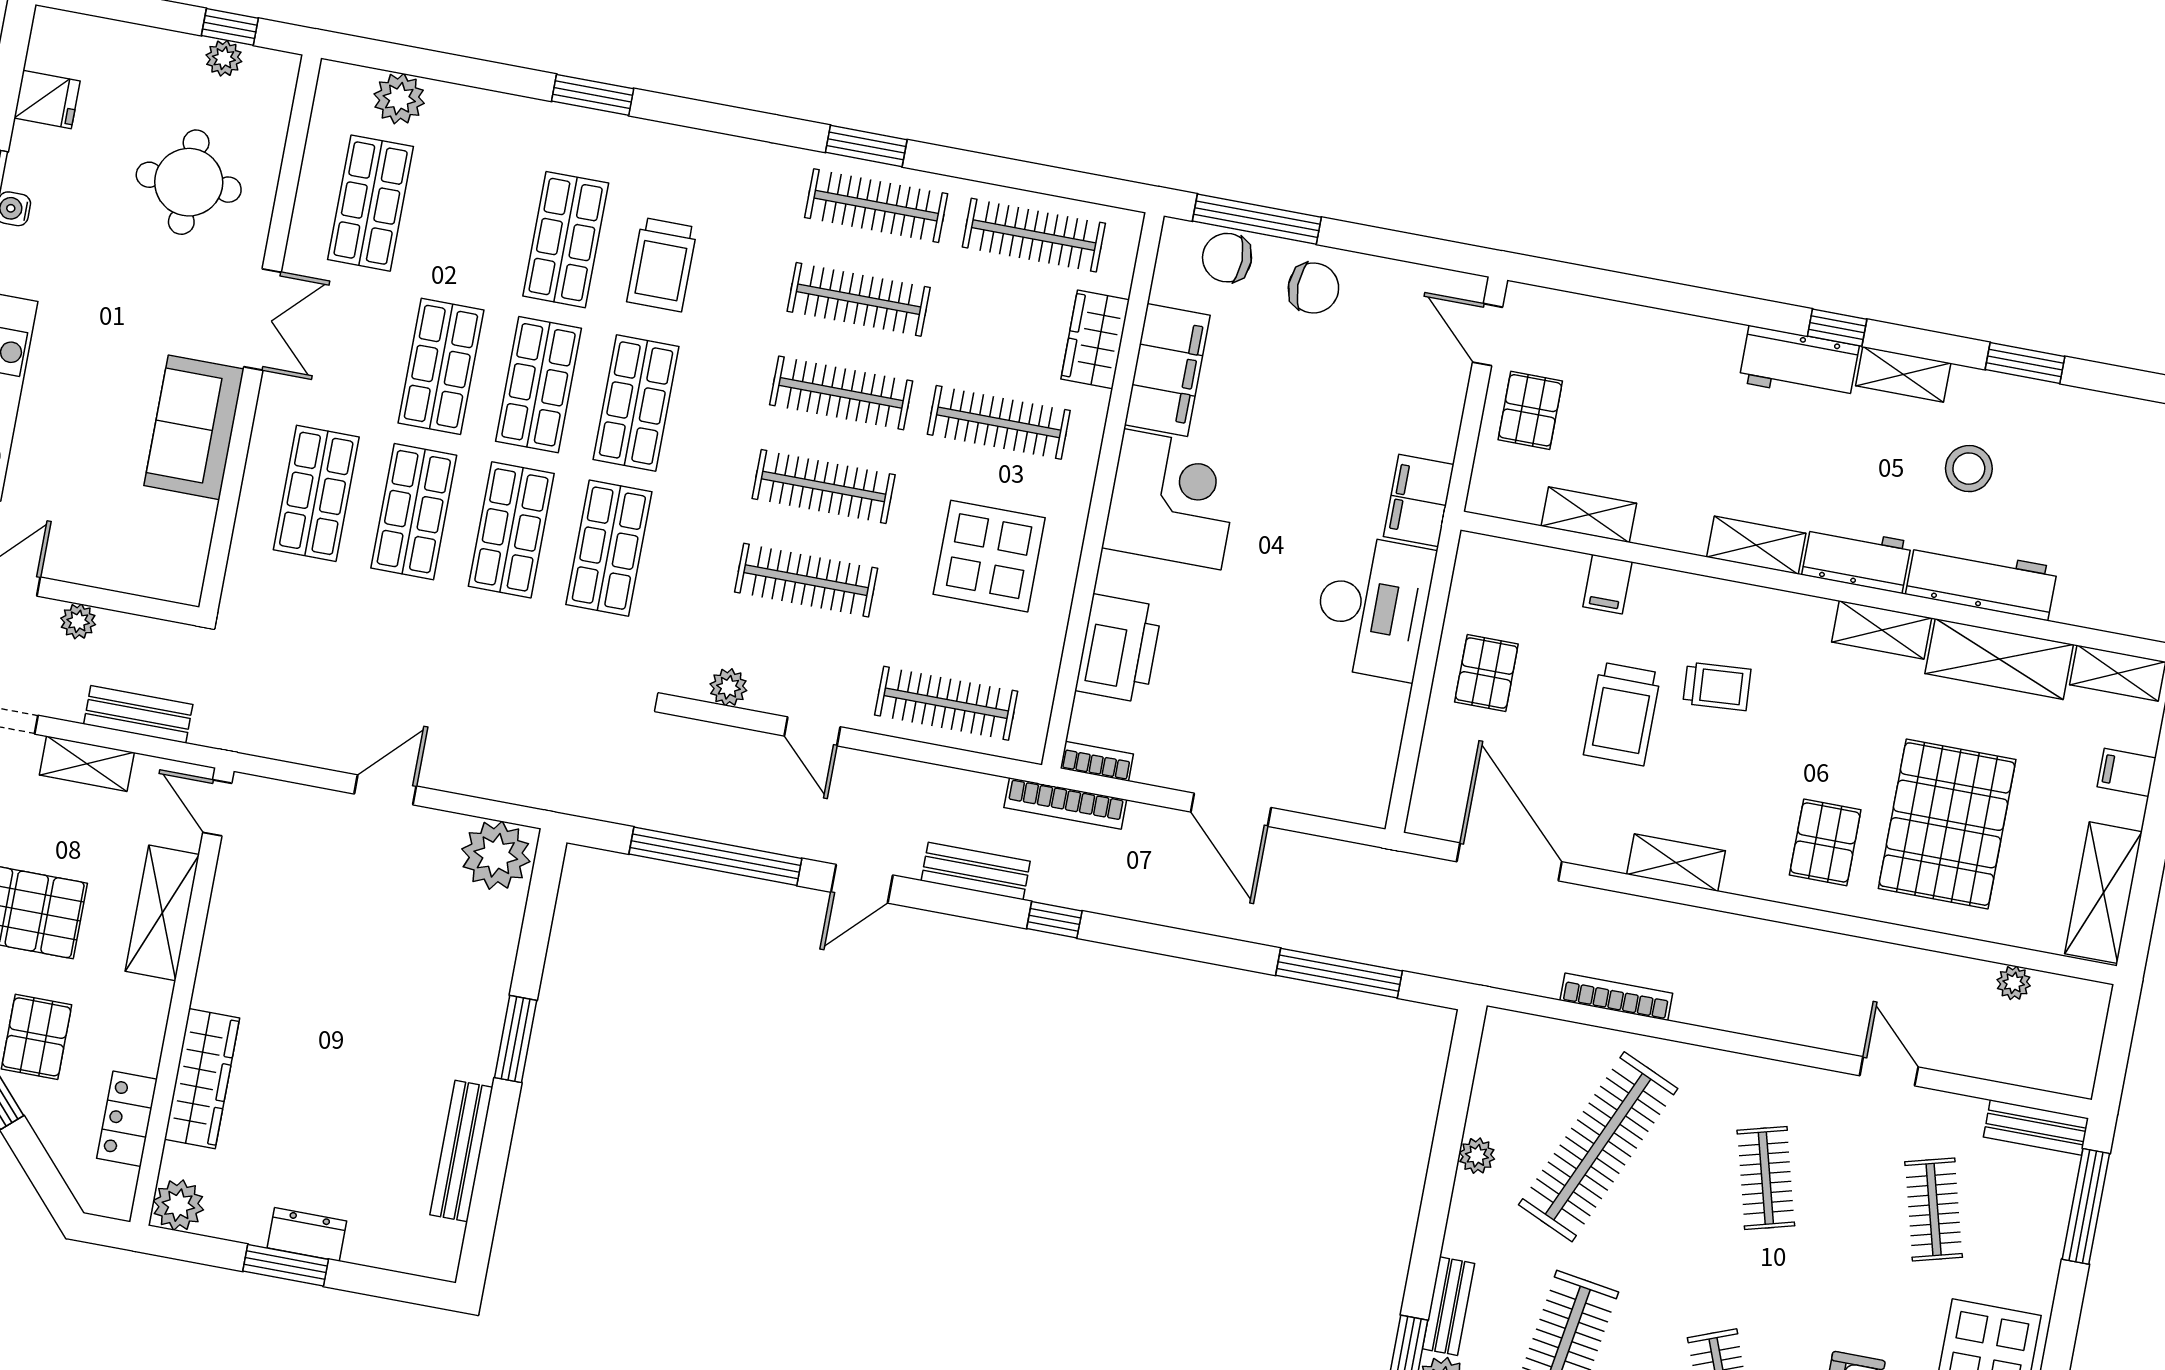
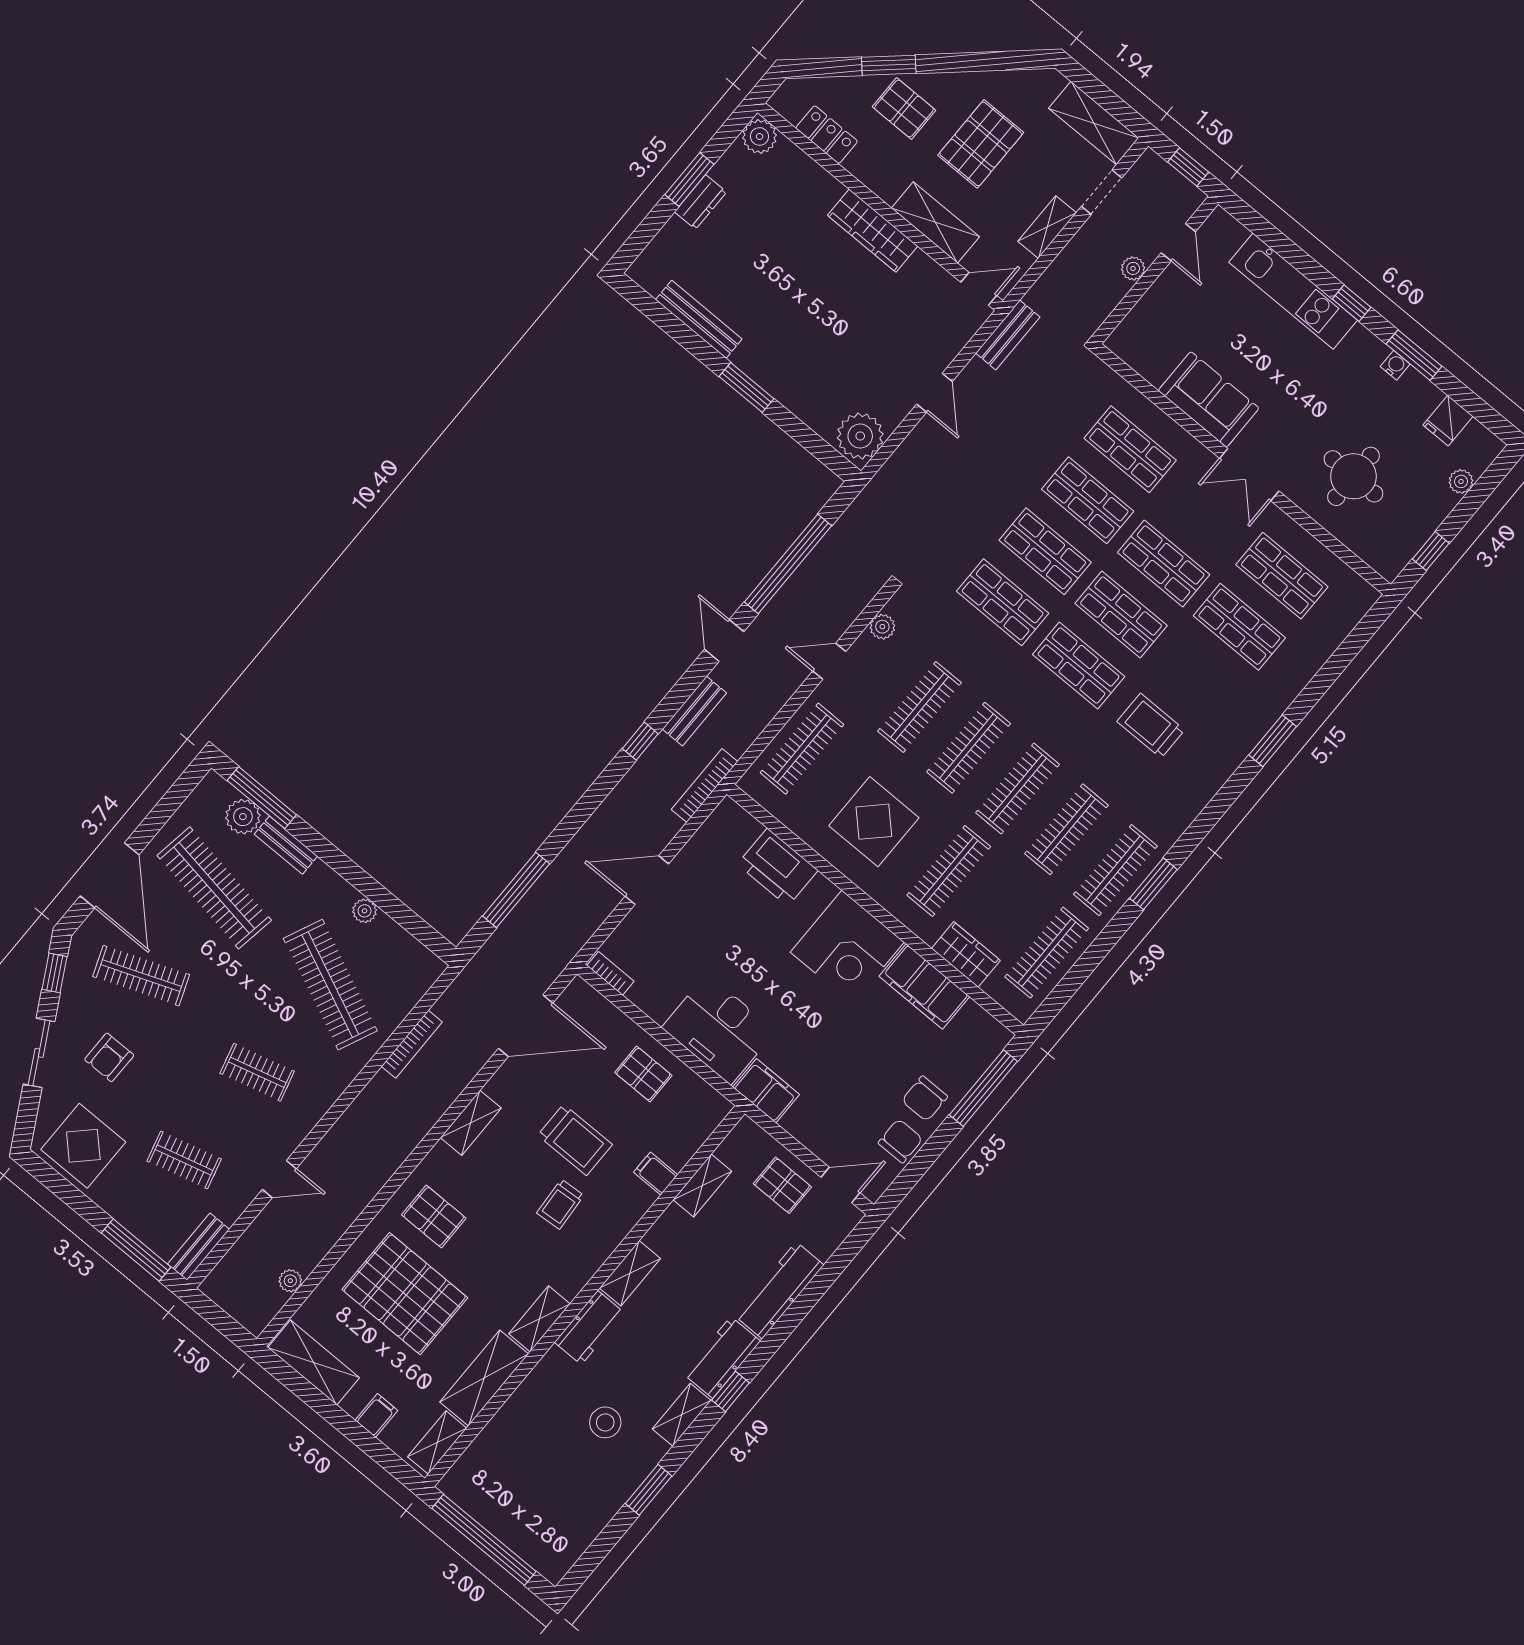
plant: (224, 58) -> (1461, 481), moved
plant: (399, 99) -> (1334, 627), removed
shop shelf: (566, 240) -> (1239, 627), moved
chair: (1227, 258) -> (900, 1141), moved
workbench: (1982, 581) -> (779, 1290), moved, turned 180
bench: (138, 714) -> (1008, 335), moved
trolley: (1622, 714) -> (575, 1140), turned 180
bookcase: (1097, 761) -> (610, 973), moved, turned -90
wardrobe: (202, 1079) -> (873, 231), moved

